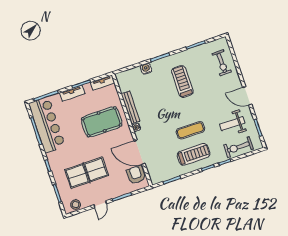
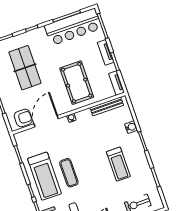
treadmill: (182, 81) -> (118, 164), turned 90
bench: (130, 107) -> (107, 106), moved
treadmill: (194, 154) -> (44, 176), width x1.37, depth x1.38

